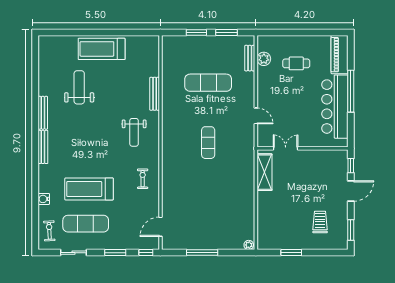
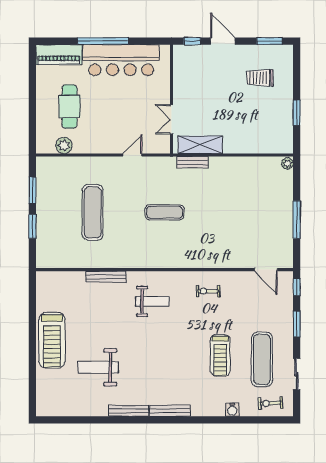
bench: (250, 58) -> (193, 162), moved
cafe table: (296, 63) -> (69, 106), width x1.37, depth x1.35
treadmill: (89, 189) -> (220, 355), width x0.73, depth x0.73

